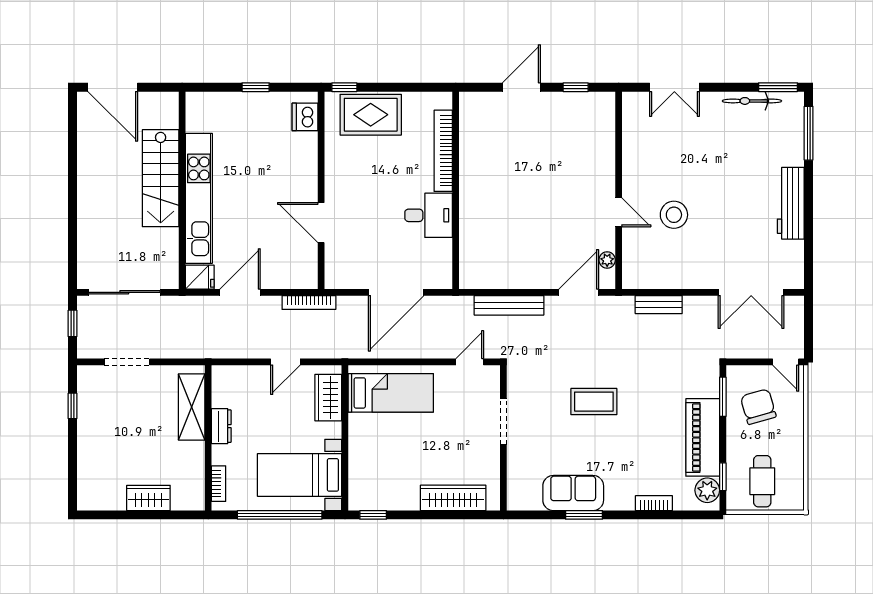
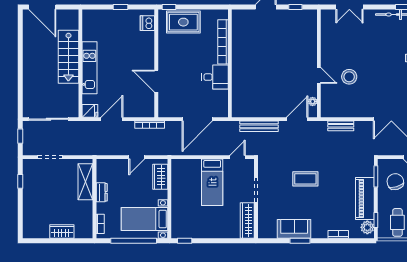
kitchen unit: (199, 198) -> (89, 68), width x0.73
bed: (391, 393) -> (212, 182), moved, turned 90
wardrobe: (453, 498) -> (247, 221), moved, turned -90

